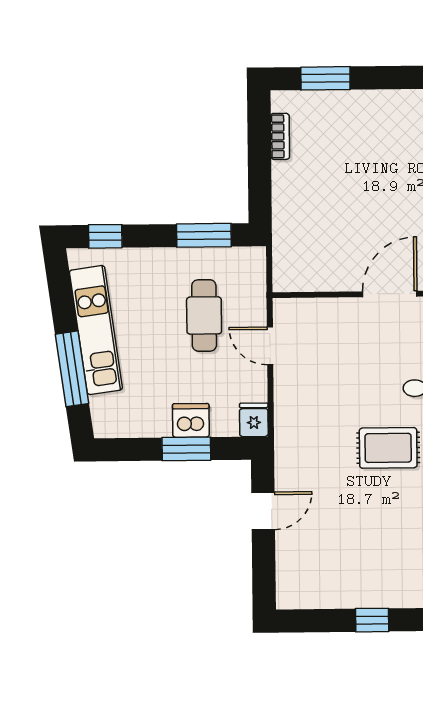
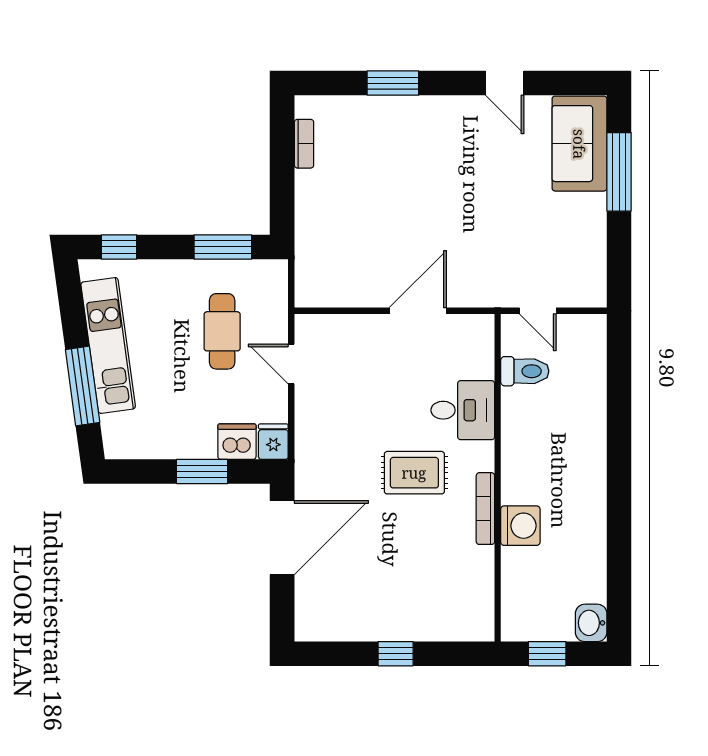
window: (325, 78) -> (393, 83), moved
dishwasher: (191, 420) -> (237, 442), moved
door: (263, 511) -> (282, 538), width x1.87

